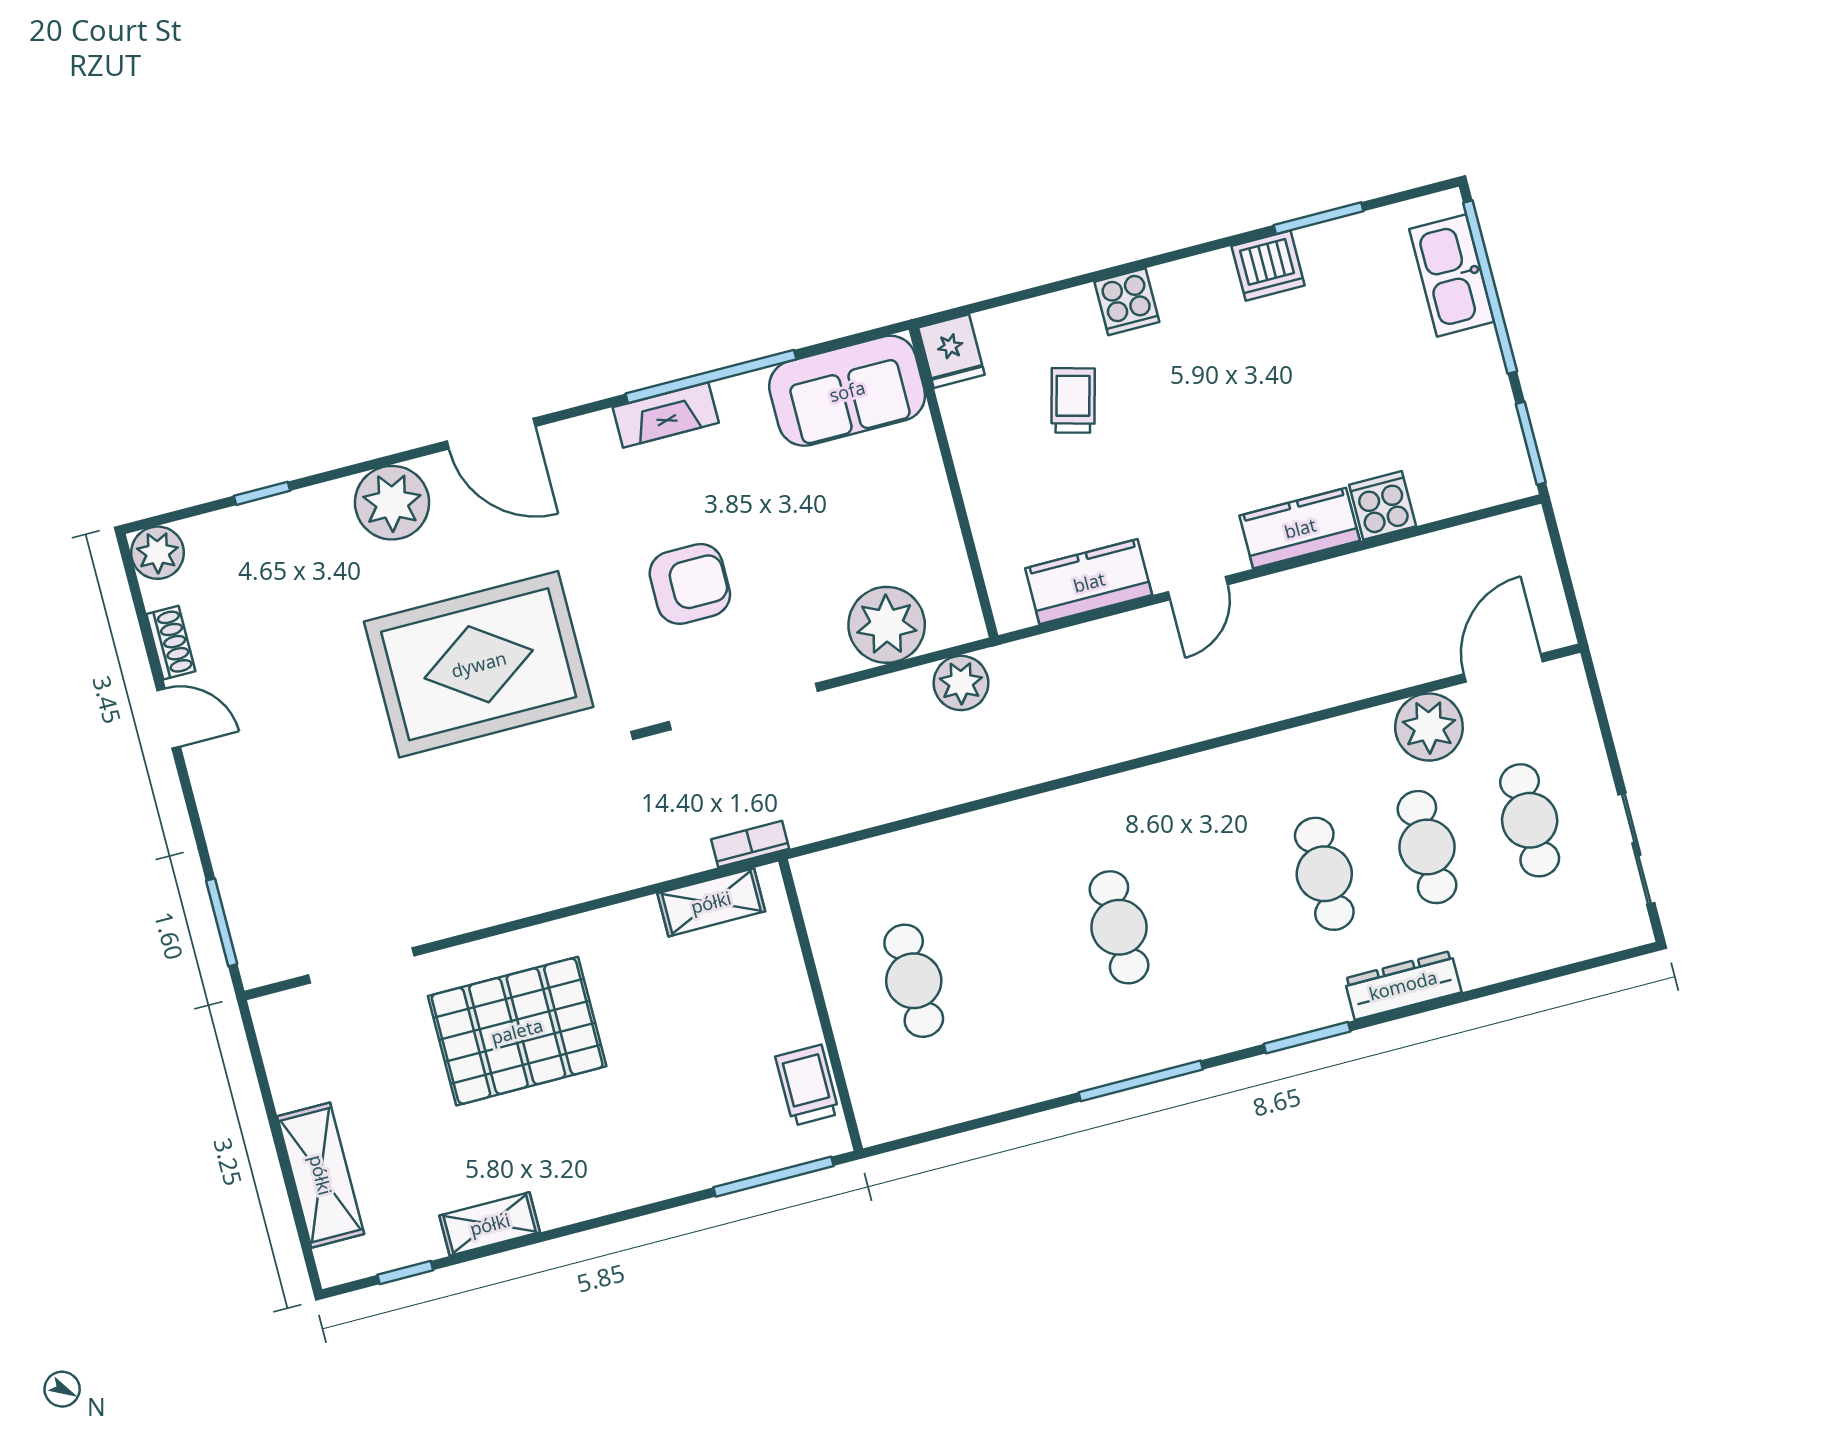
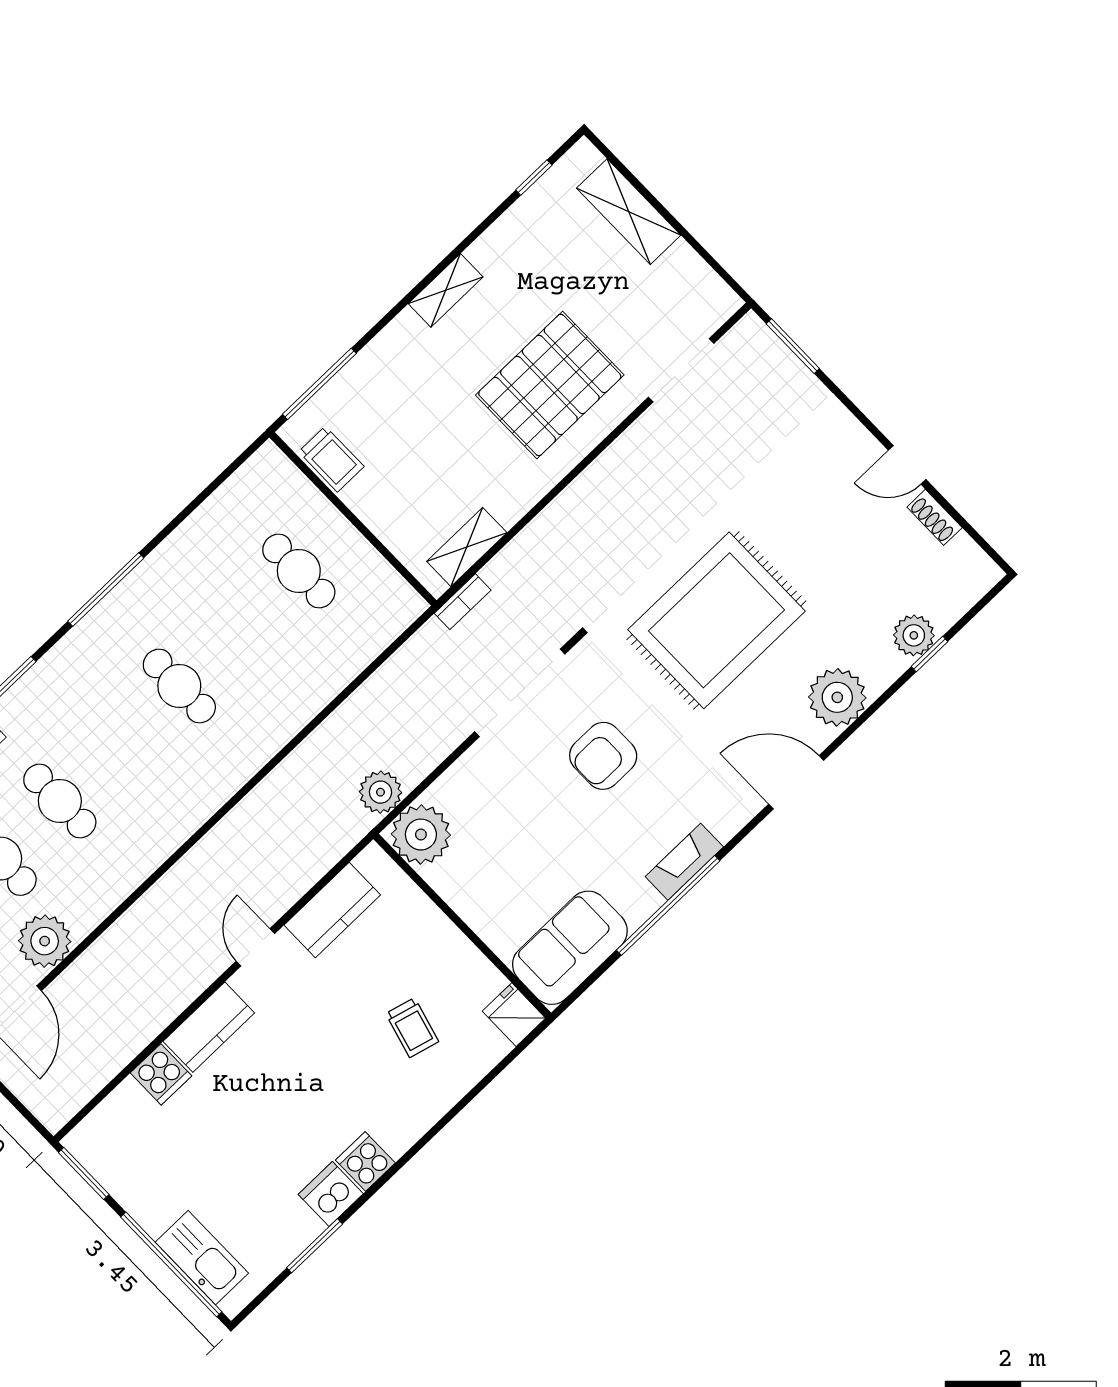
cooker: (1127, 302) -> (365, 1161), moved
plant: (158, 553) -> (914, 635), moved
plant: (887, 625) -> (421, 835), moved
shelving: (490, 1224) -> (446, 290), moved

